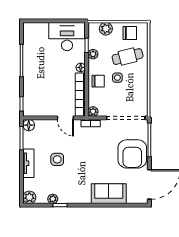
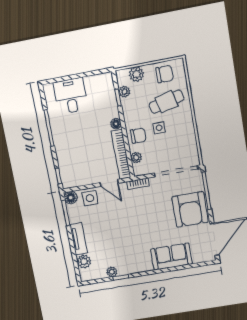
desk: (67, 37) -> (71, 96), moved, width x0.73
plant: (93, 54) -> (124, 92), moved
plant: (93, 112) -> (136, 158), moved
side table: (57, 159) -> (90, 198), moved
plant: (29, 197) -> (84, 261), moved

